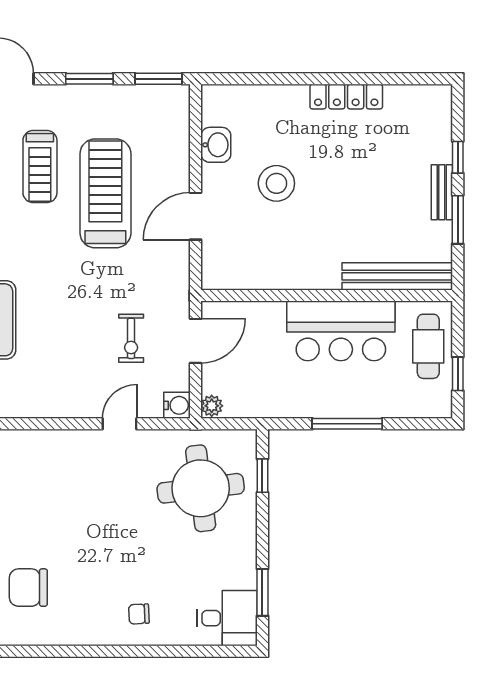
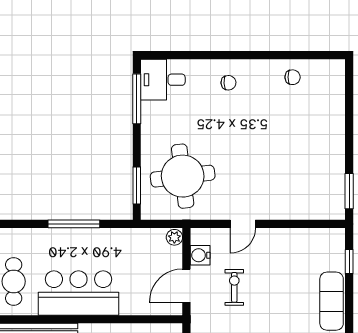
water cooler: (177, 405) -> (200, 255), moved
window: (262, 476) -> (137, 185), width x1.50
chair: (28, 588) -> (293, 77), moved, width x0.54, depth x0.54
window: (262, 592) -> (137, 99), width x1.44

